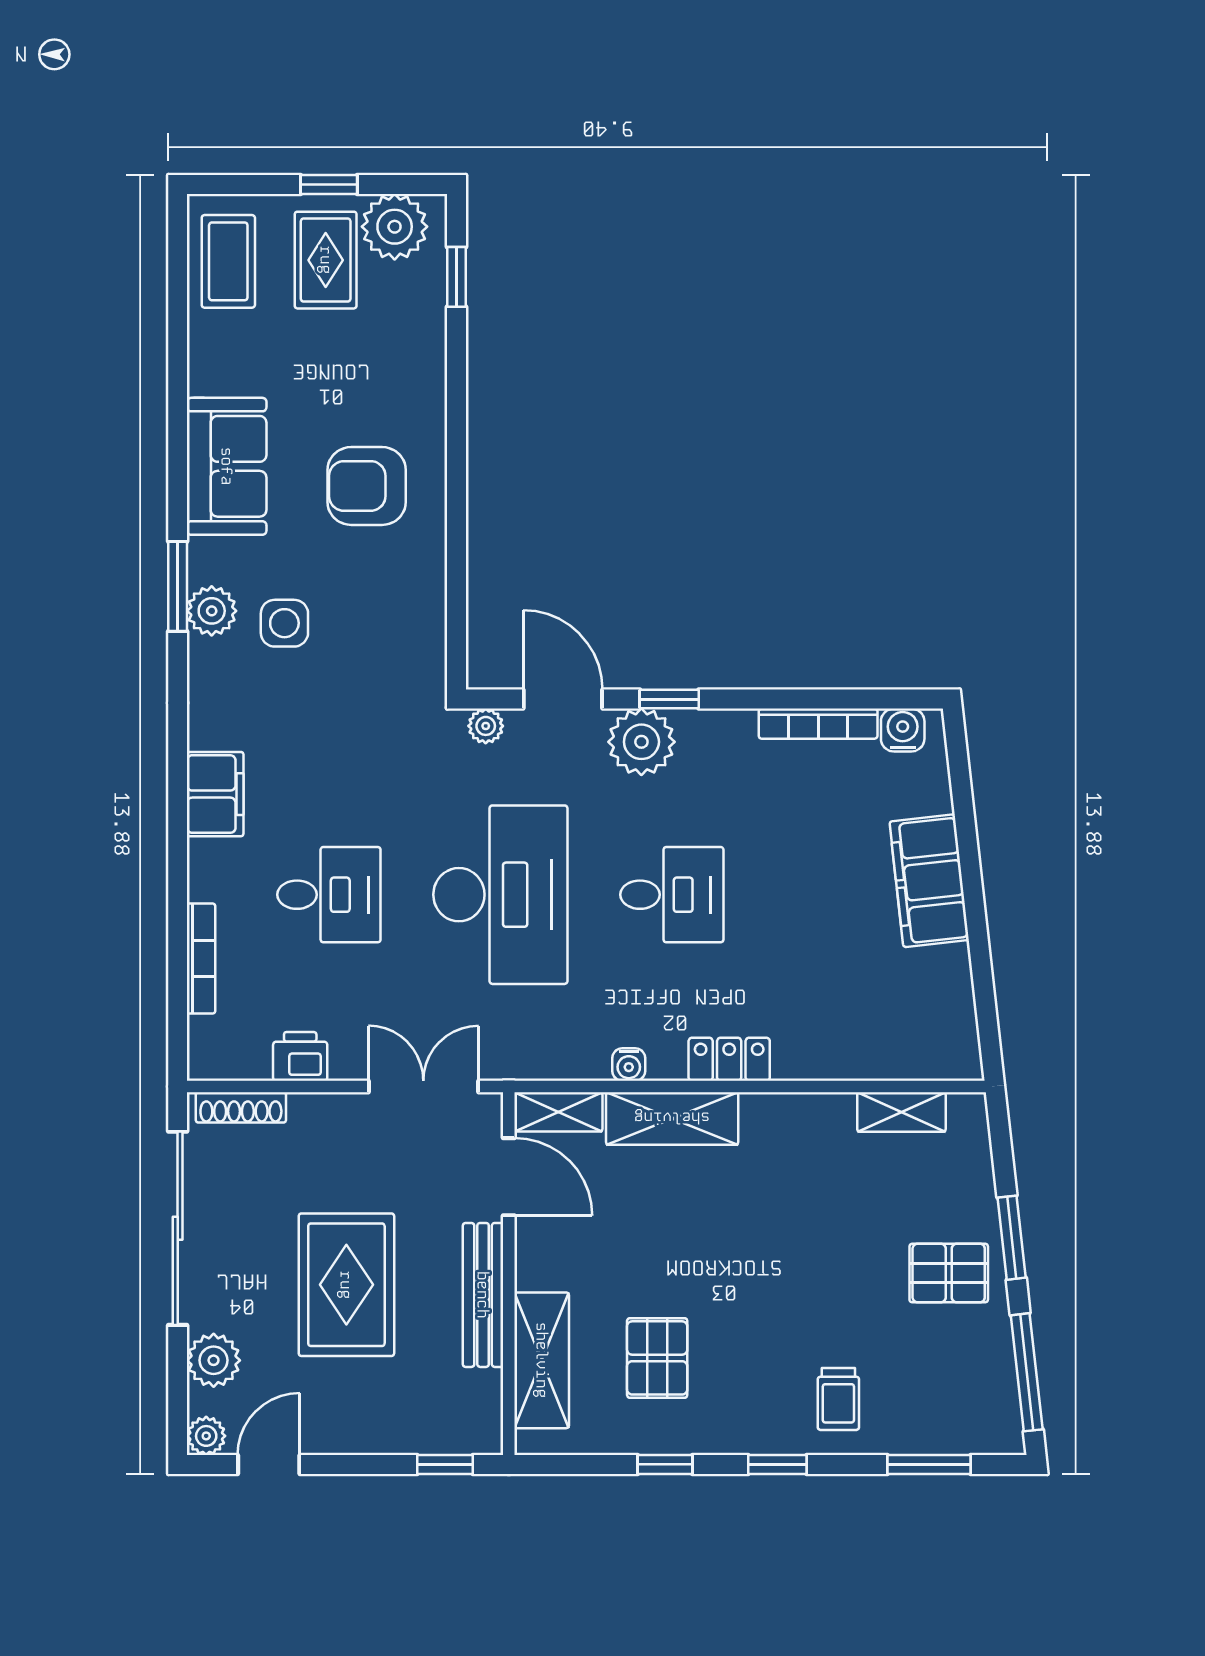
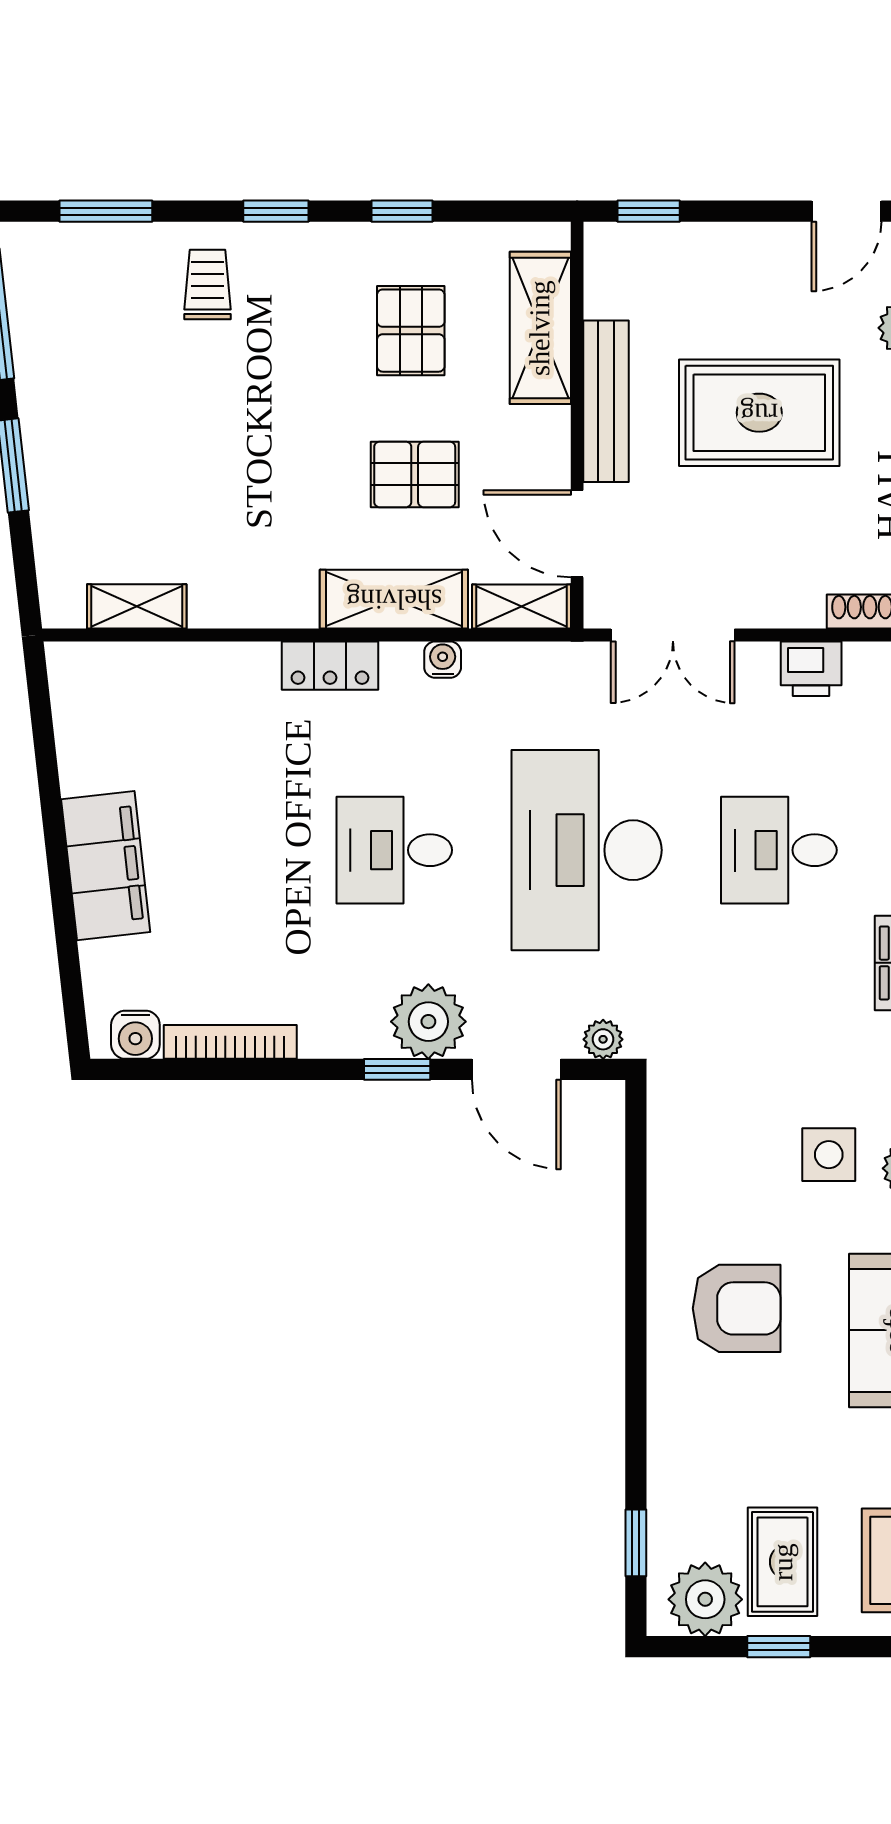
pallet: (949, 1273) -> (415, 474), moved
rug: (346, 1285) -> (759, 413), turned 90

